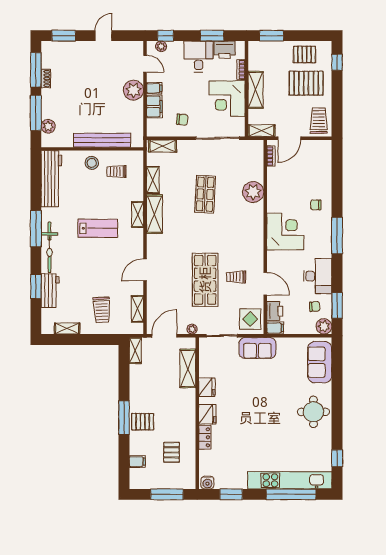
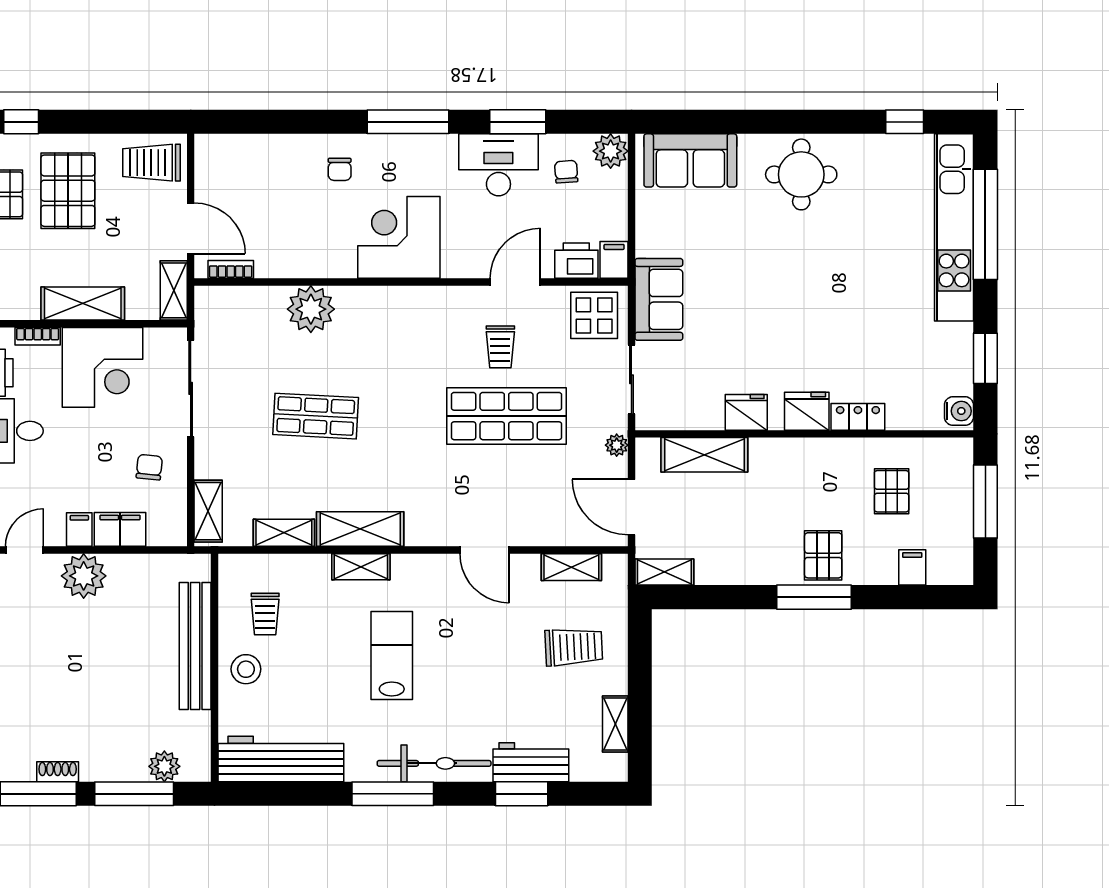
window: (337, 306) -> (518, 122), moved
pallet: (171, 452) -> (892, 491), turned 90

